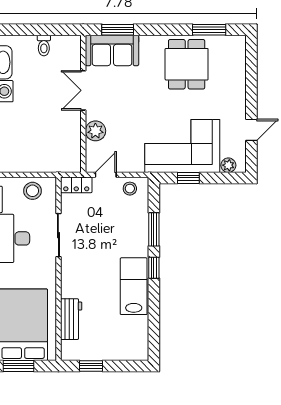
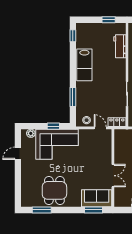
plant: (95, 131) -> (106, 153), removed
door: (106, 175) -> (100, 128), swing flipped
window: (154, 268) -> (73, 36), moved

